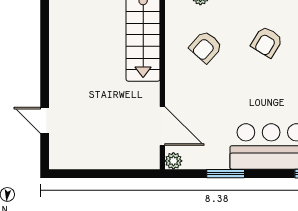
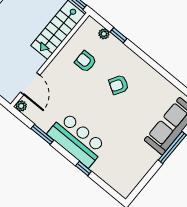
armchair: (206, 47) -> (85, 61), turned 48

